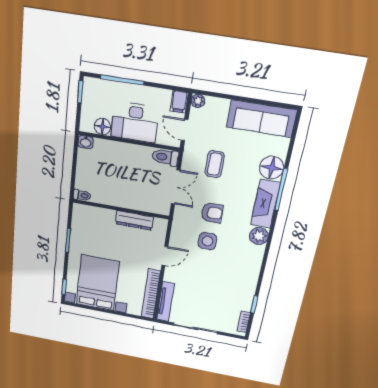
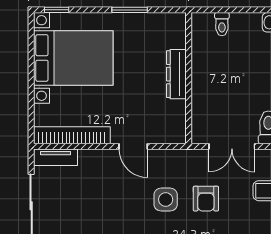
toilet: (82, 195) -> (222, 24), moved
dresser: (134, 220) -> (176, 74), moved
tv unit: (165, 302) -> (55, 157), width x0.71

